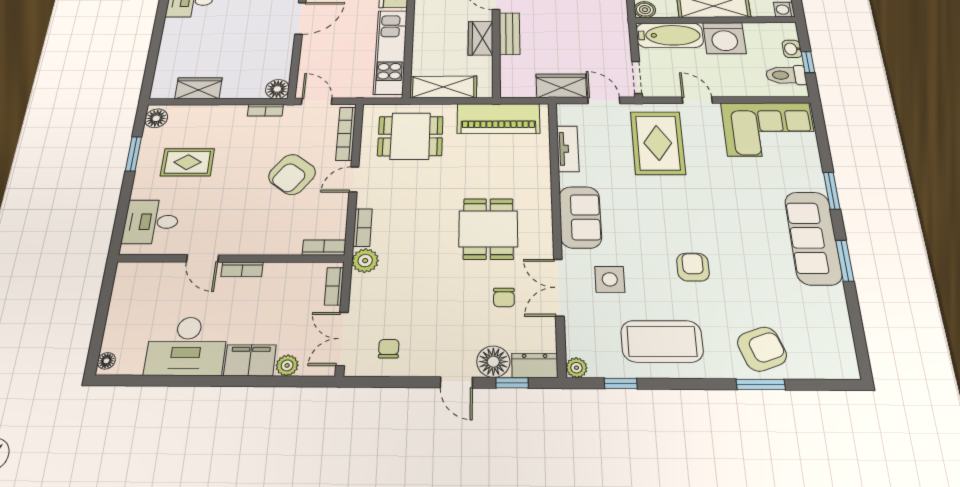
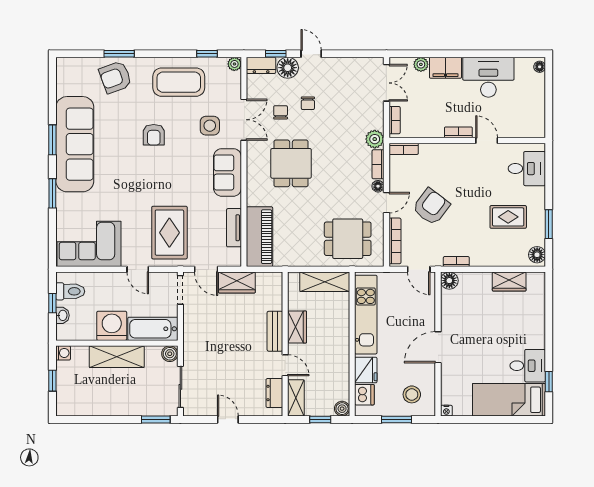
piano: (498, 119) -> (260, 237), moved, turned 90
floor lamp: (364, 200) -> (378, 186), added
sofa: (813, 238) -> (75, 144), width x1.36, depth x1.27
chair: (389, 349) -> (308, 103), moved

